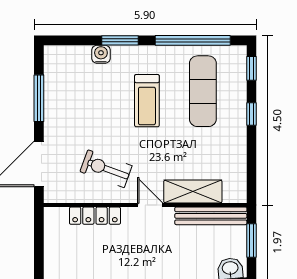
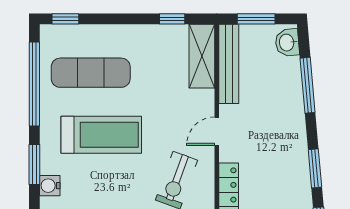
treadmill: (147, 101) -> (101, 135), width x1.37, depth x1.38
window: (252, 114) -> (172, 19), moved
shelving: (193, 192) -> (202, 56), moved

